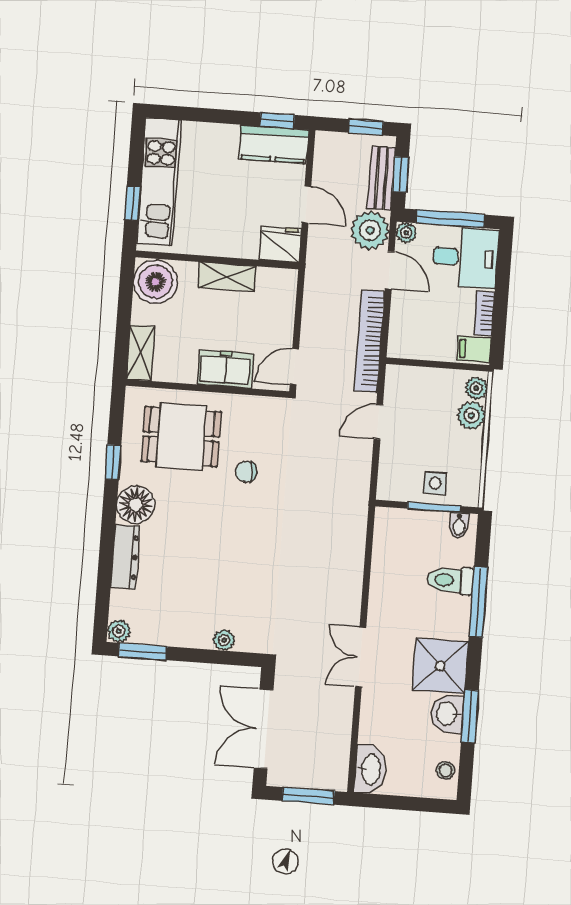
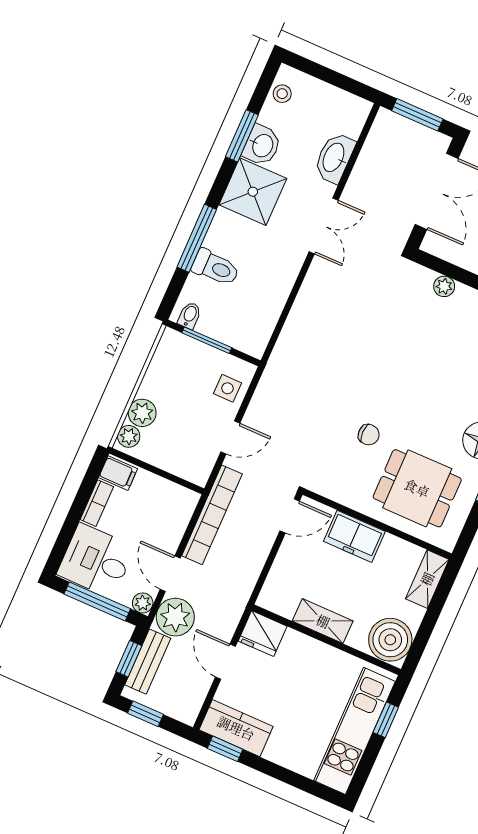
side table: (435, 483) -> (227, 388), moved
washbasin: (370, 769) -> (334, 158), moved

